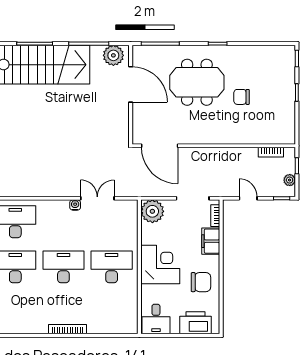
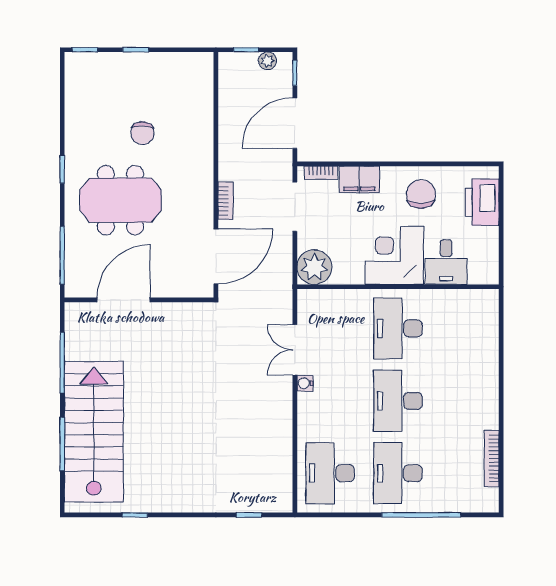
plant: (113, 55) -> (80, 326), removed
meeting table: (197, 82) -> (120, 200), turned 90
bookcase: (271, 152) -> (226, 201), moved
door: (248, 198) -> (295, 123), width x1.88
desk: (156, 319) -> (446, 262), moved, turned 90
bookcase: (67, 329) -> (492, 459), moved

